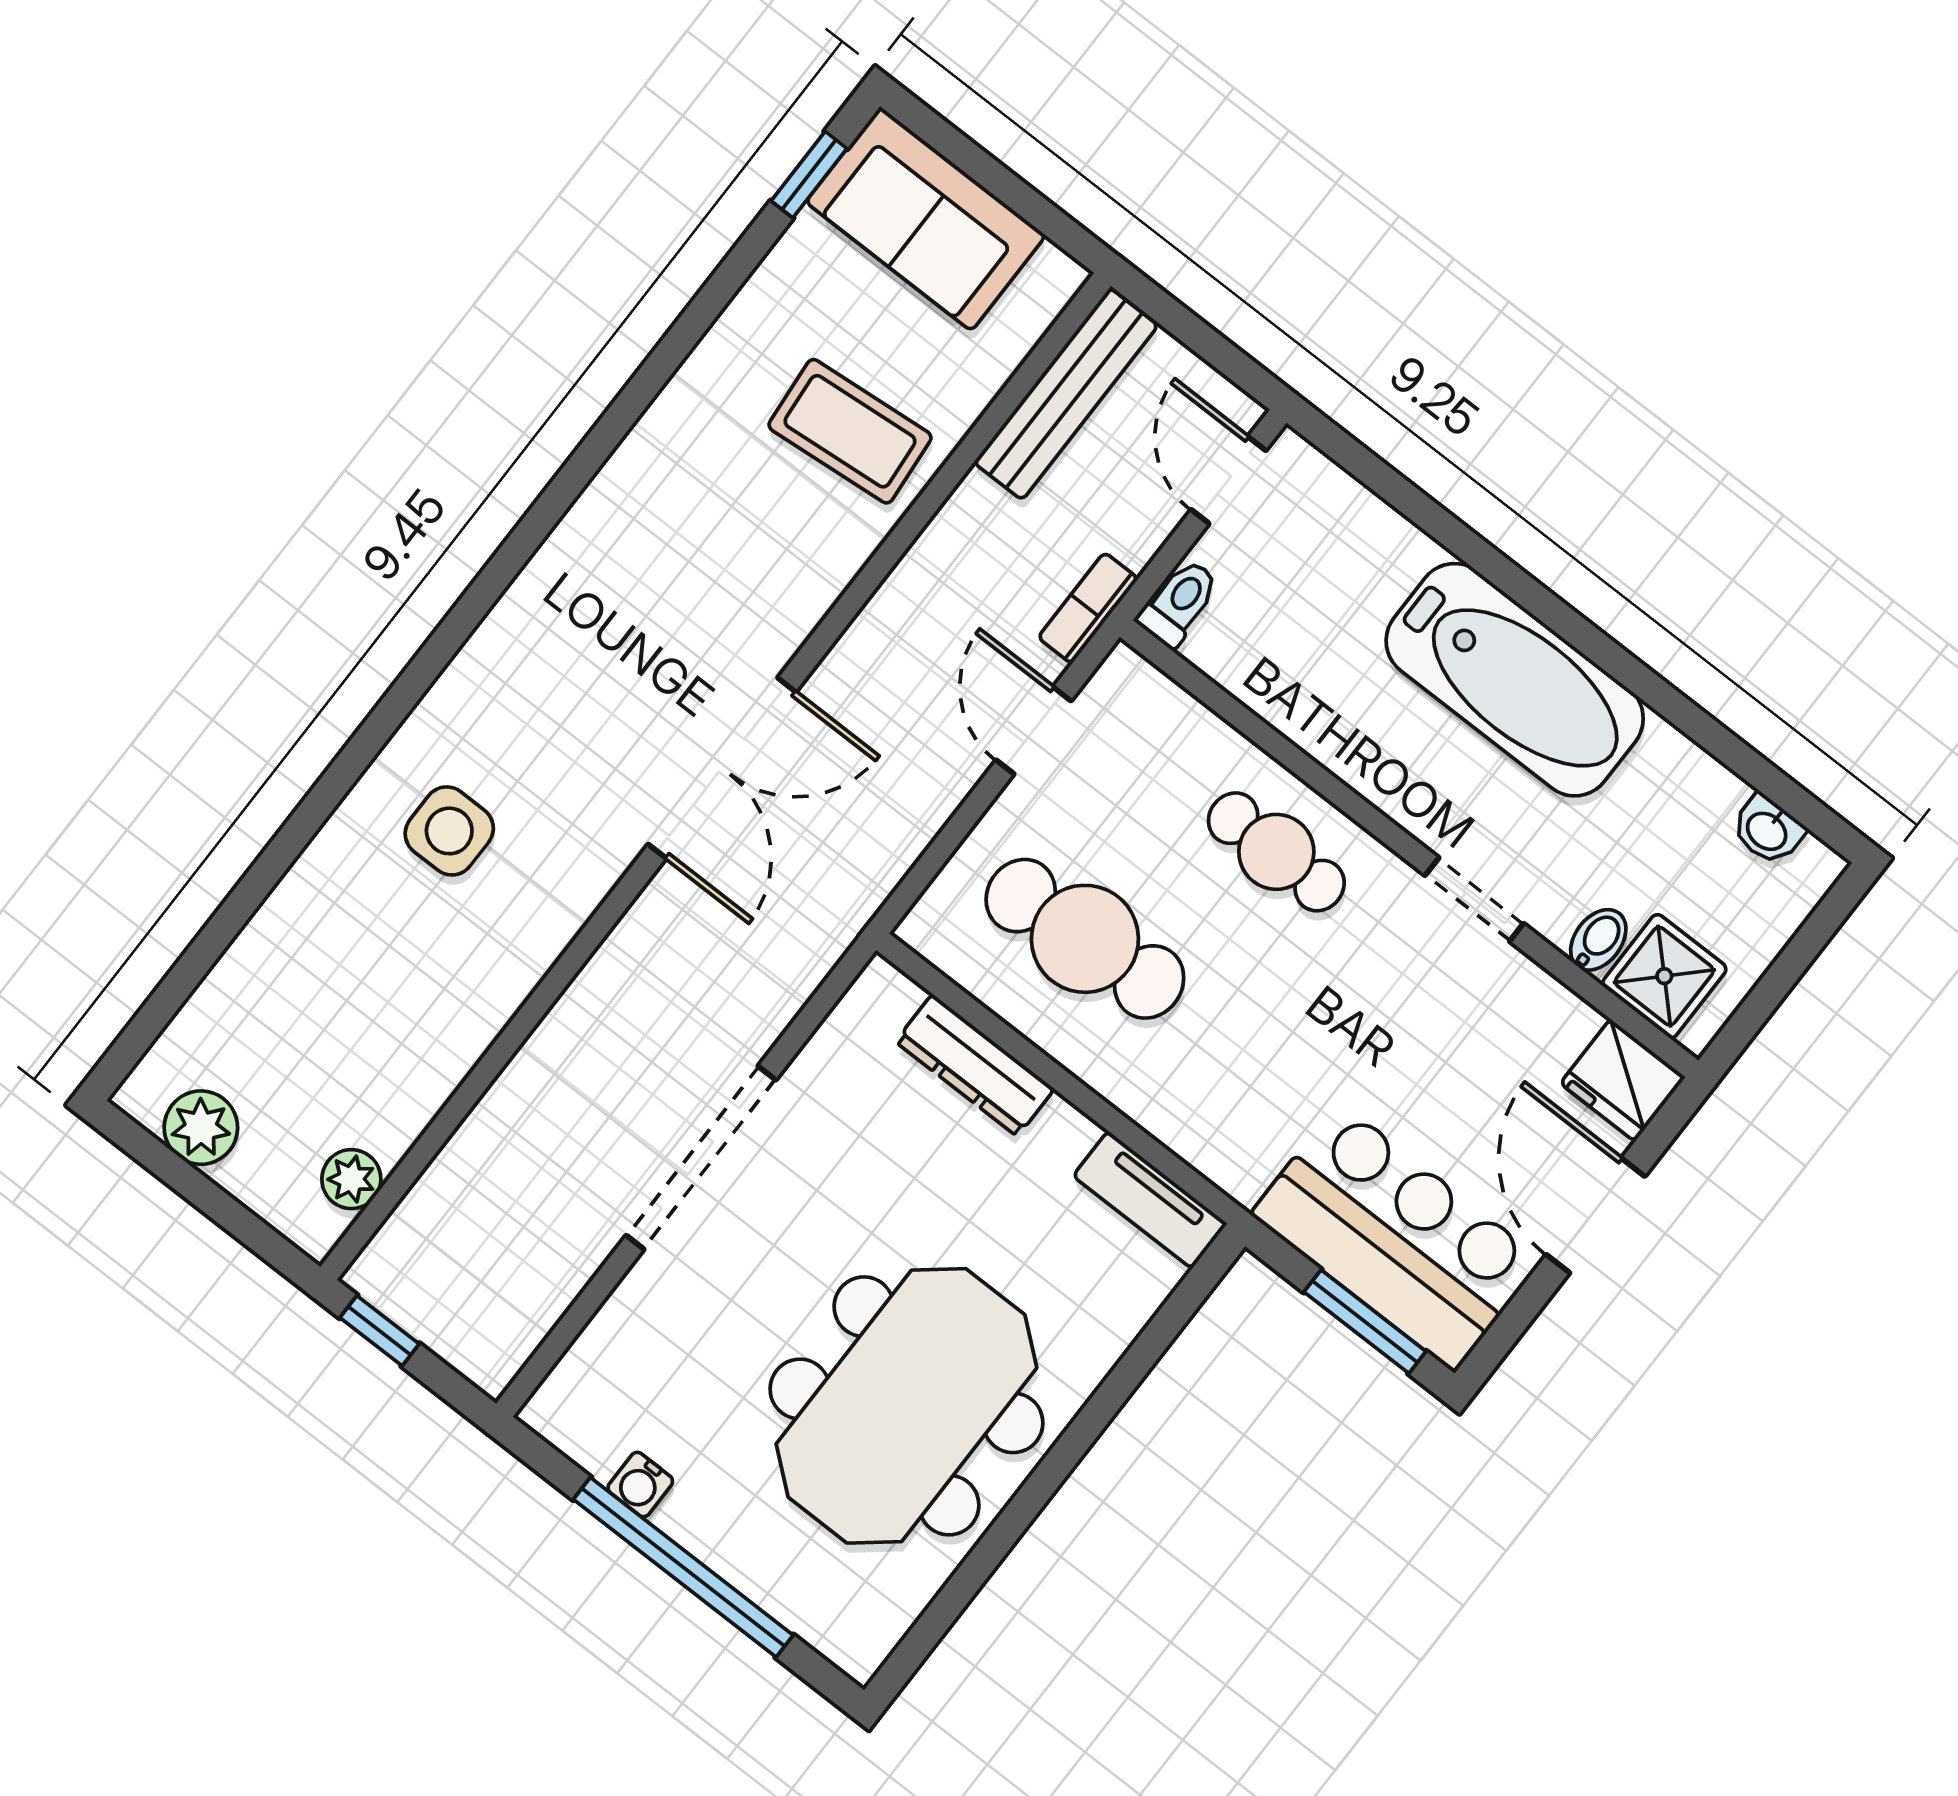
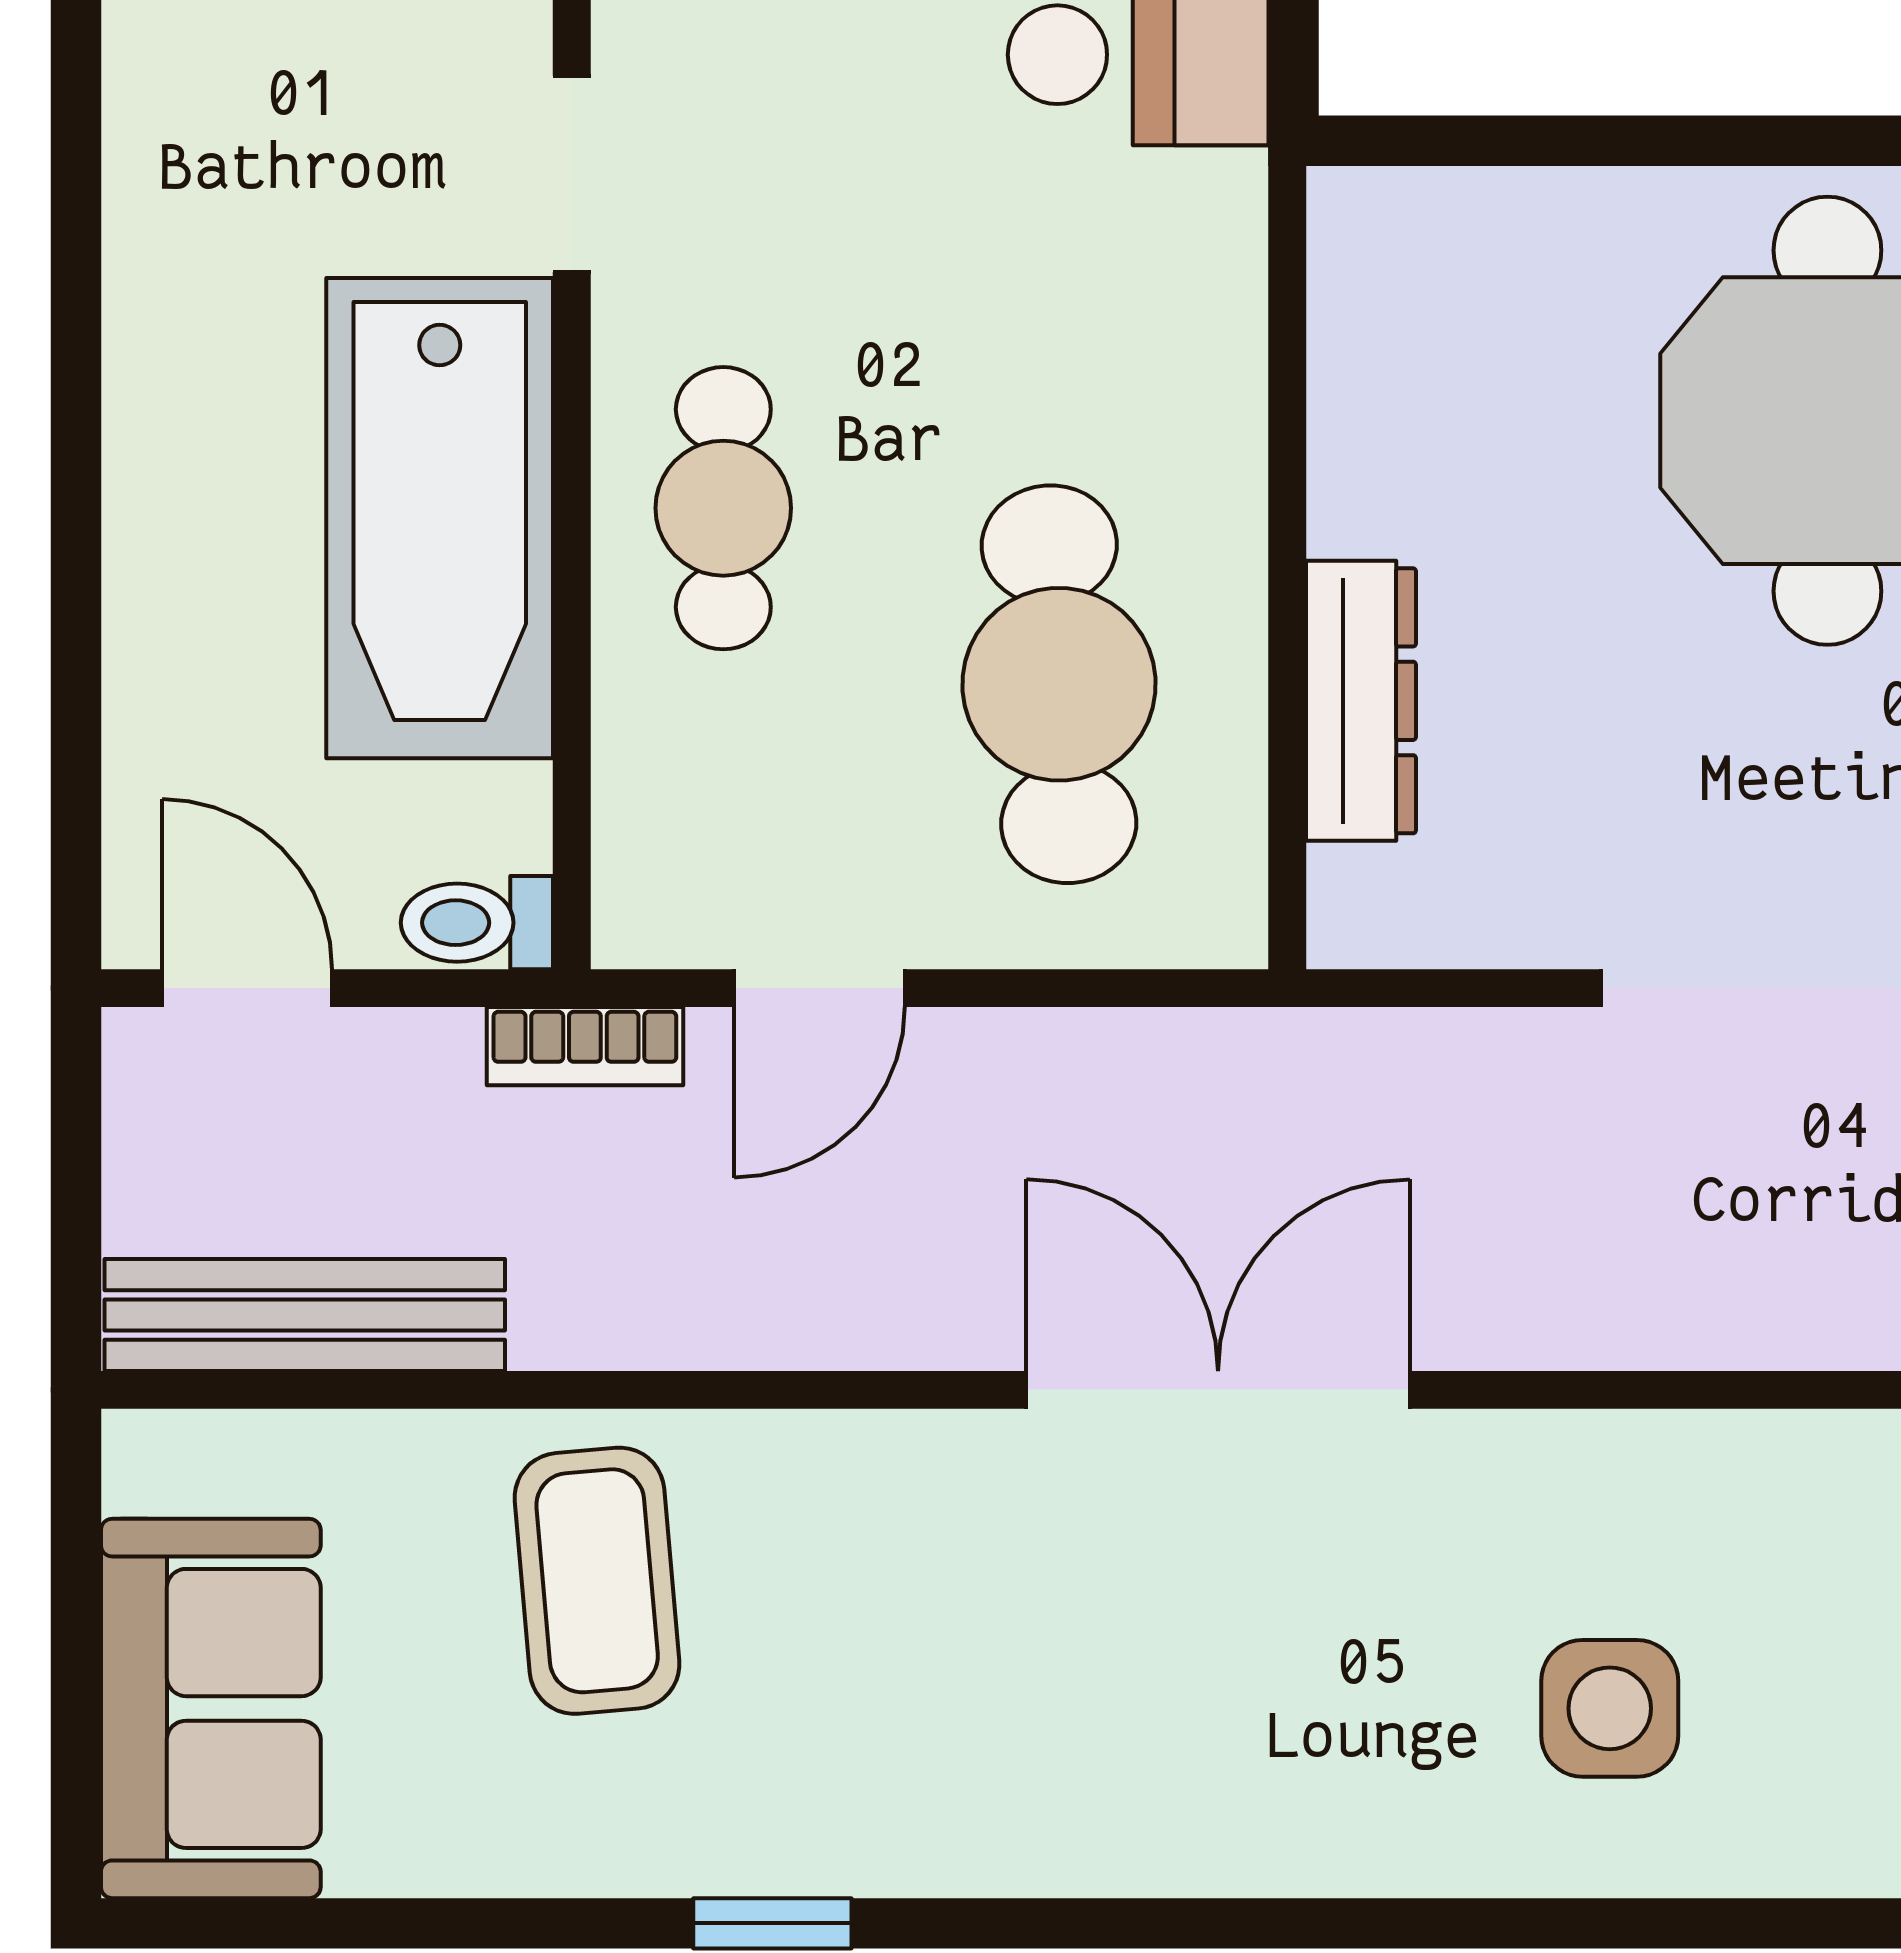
window: (809, 175) -> (772, 1923), moved
door: (1229, 480) -> (247, 988), swing flipped
bathtub: (1515, 680) -> (440, 518), moved, turned 180
tv unit: (1150, 1200) -> (1358, 302), removed

